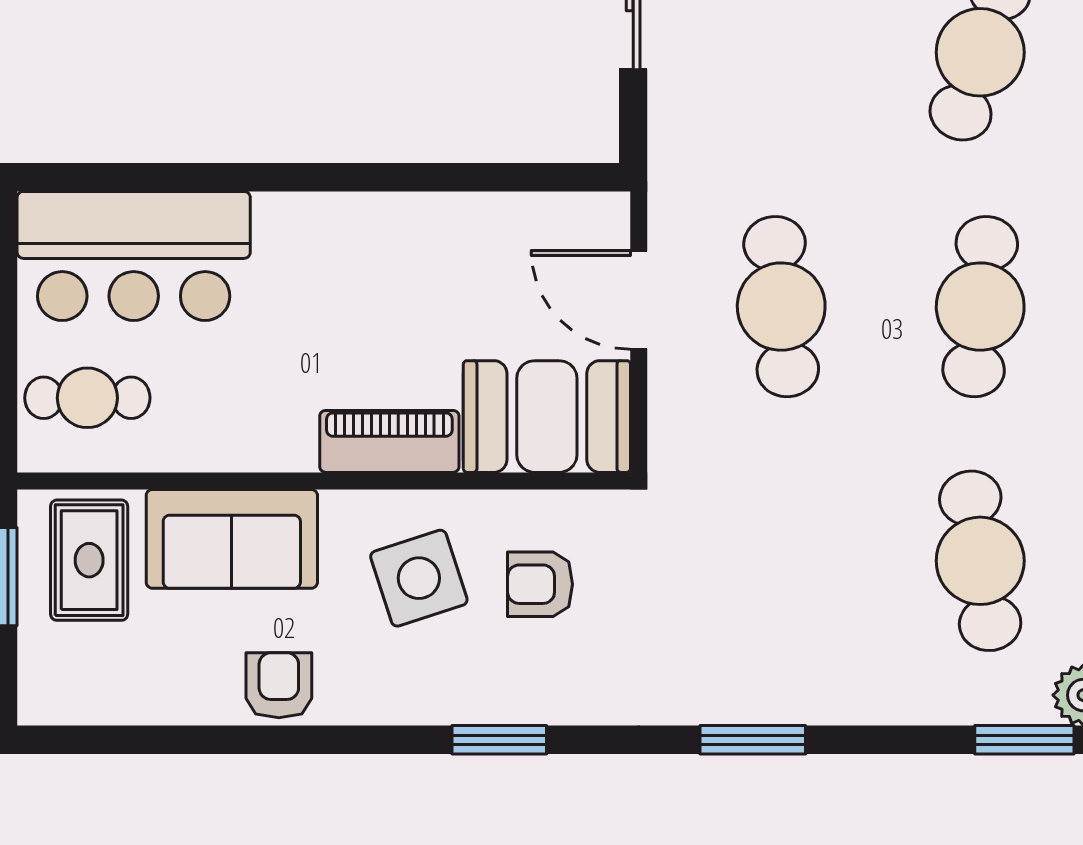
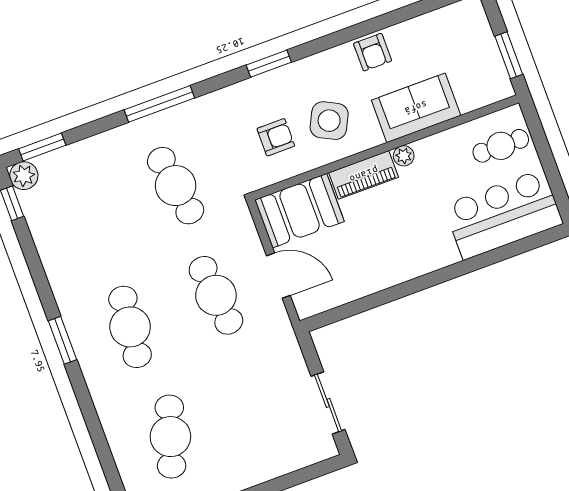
plant: (293, 450) -> (404, 156), added
rug: (89, 560) -> (474, 76), removed
cafe table: (980, 561) -> (176, 186), moved
side table: (419, 578) -> (329, 121), turned 45
window: (753, 740) -> (159, 104), width x1.44

